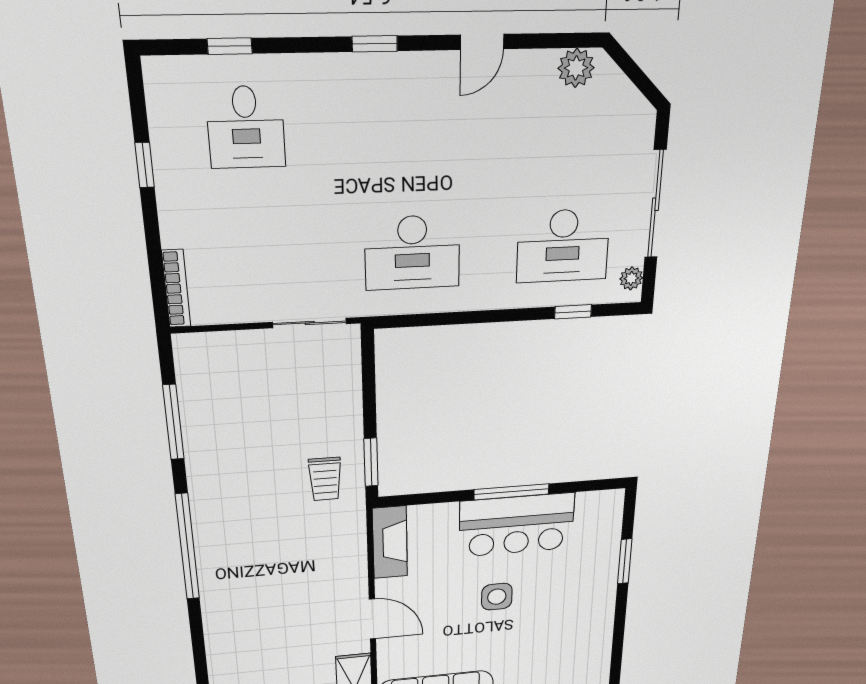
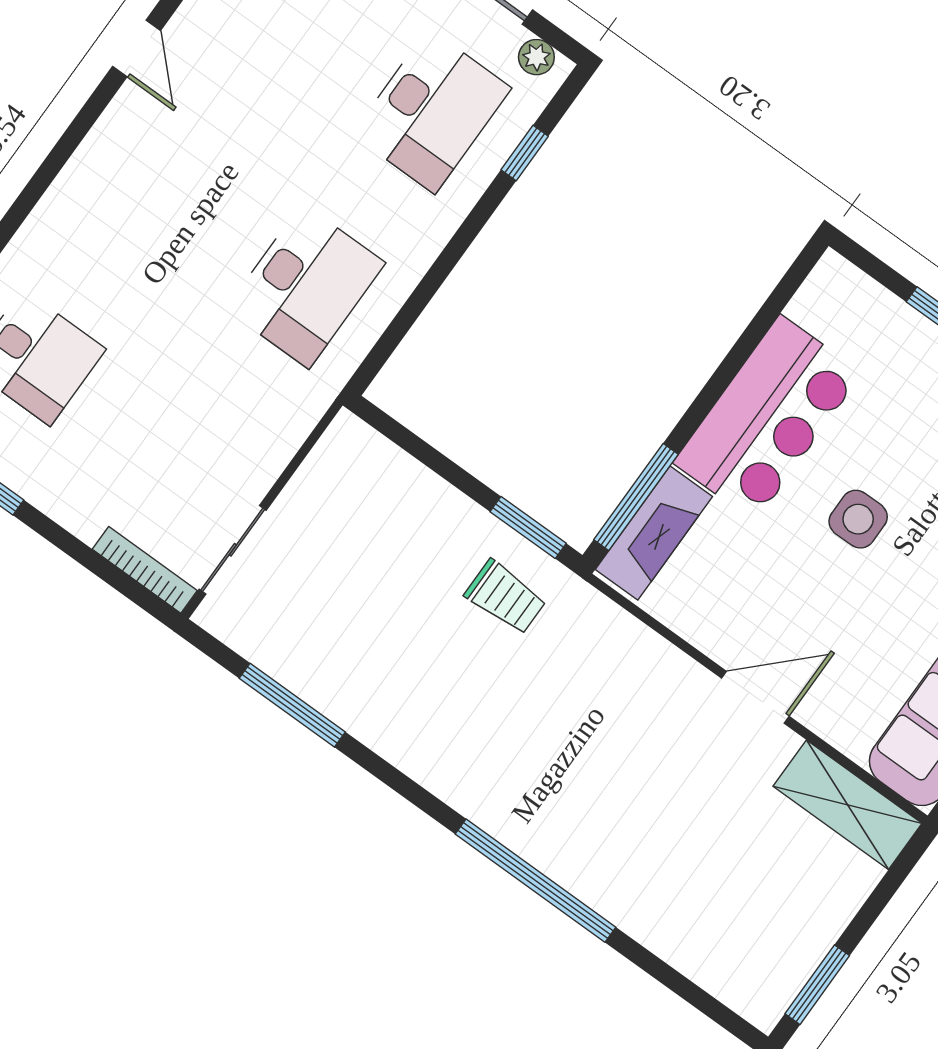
window: (375, 44) -> (55, 162), removed
sliding door: (310, 323) -> (233, 550), moved
window: (512, 492) -> (636, 497), moved
fireplace: (390, 542) -> (654, 533), moved, turned 90
window: (187, 547) -> (536, 881), moved

